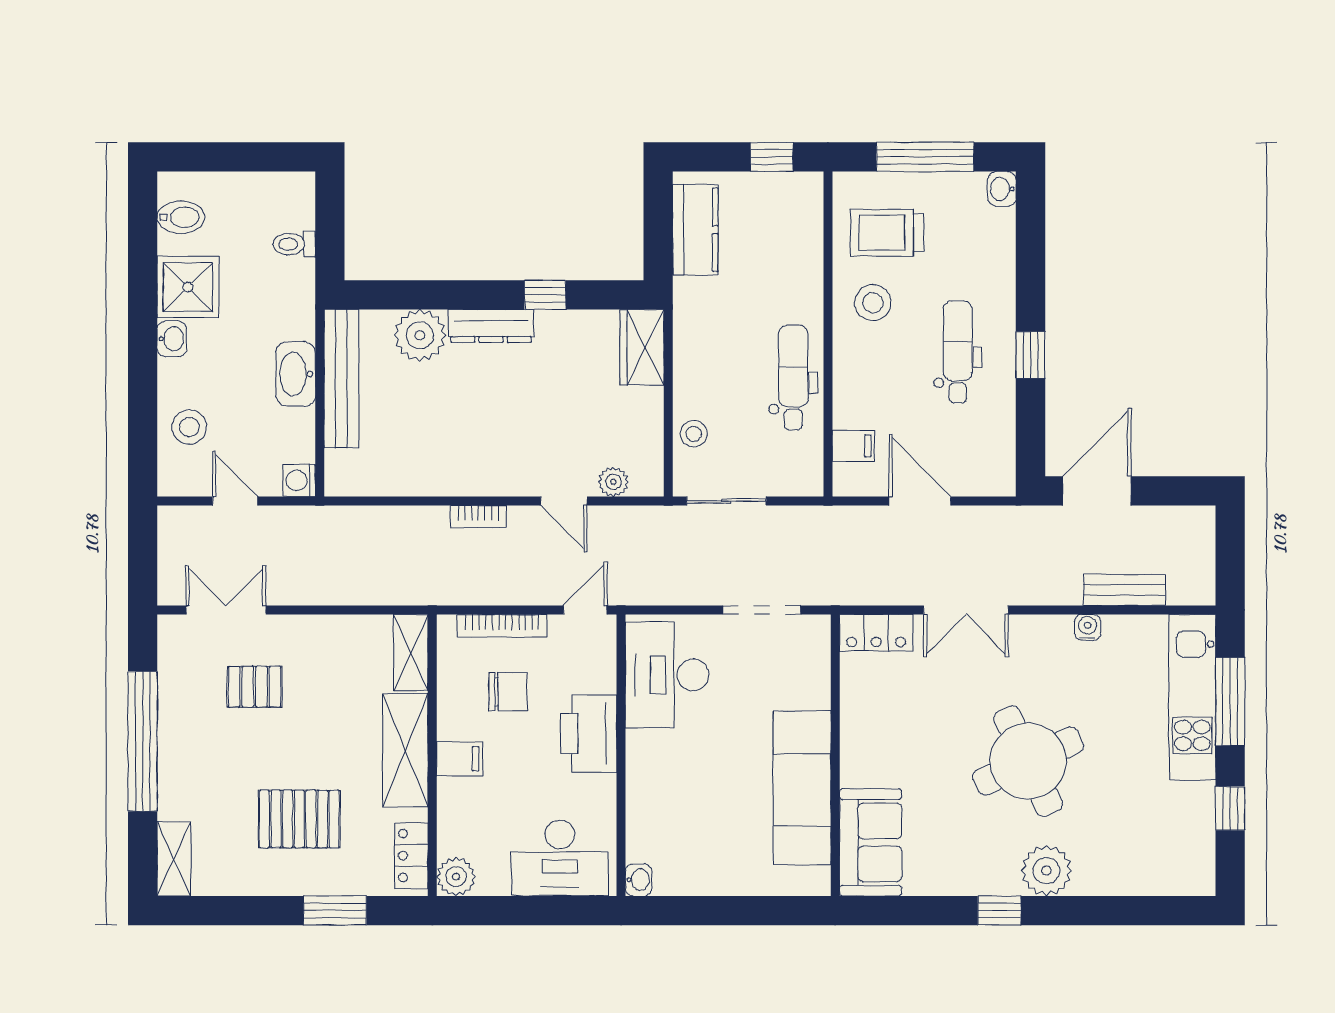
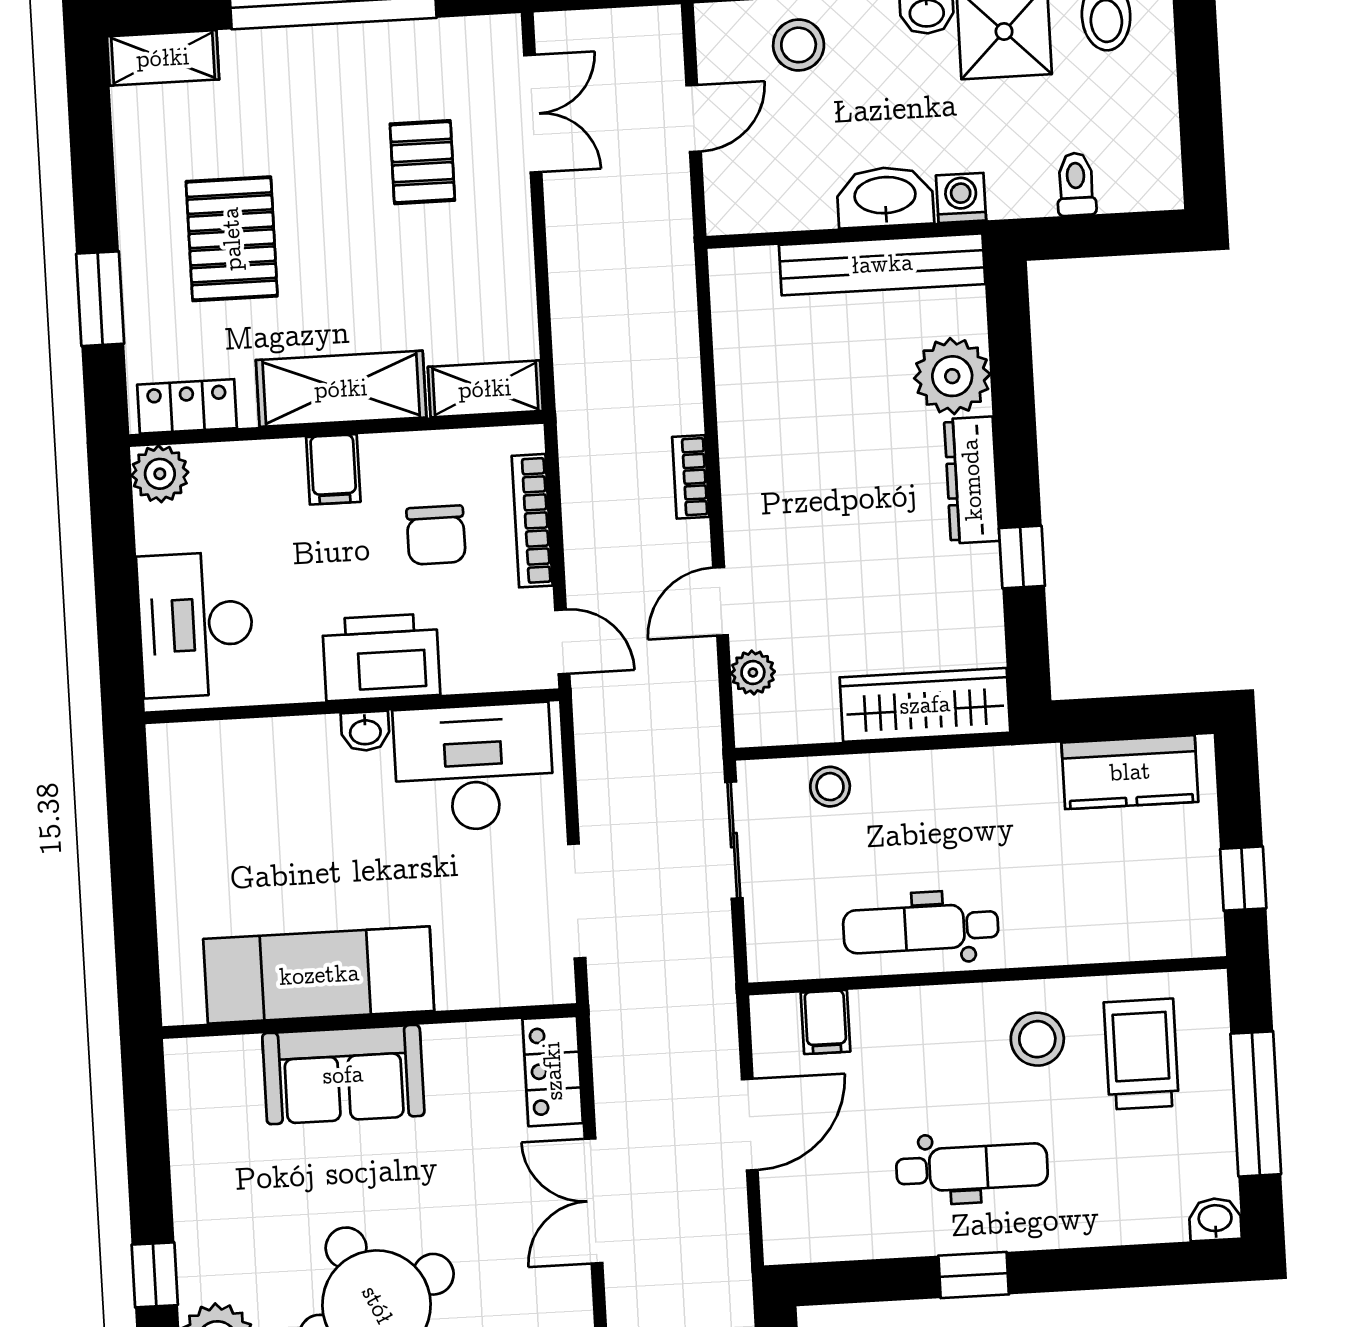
wardrobe: (642, 347) -> (925, 705), width x1.50
dental chair: (793, 378) -> (921, 928), turned 180
washing machine: (299, 481) -> (961, 198), moved
sofa: (871, 842) -> (343, 1075), moved
washbasin: (638, 880) -> (365, 731), moved

